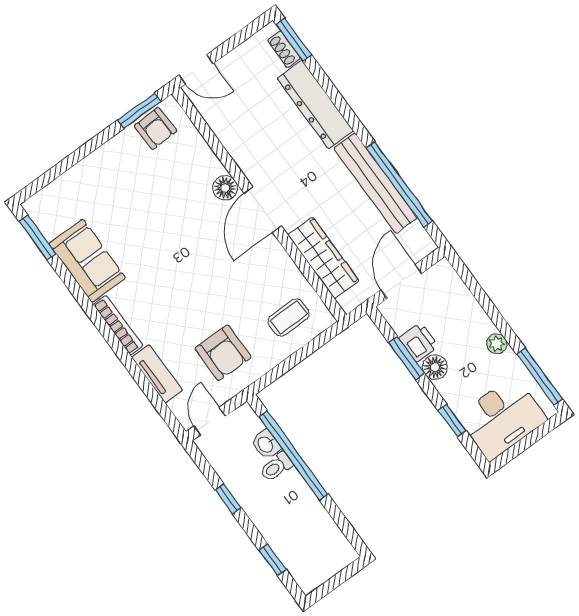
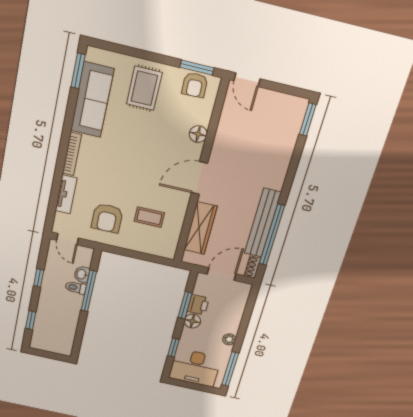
shoe rack: (284, 49) -> (253, 267), moved
dresser: (315, 105) -> (280, 160), removed
rug: (114, 184) -> (144, 88), added
floor lamp: (225, 188) -> (198, 134), moved
sofa: (87, 261) -> (92, 100), width x1.36
coffee table: (289, 317) -> (149, 217), moved
door: (210, 421) -> (67, 239), swing flipped
window: (293, 455) -> (89, 291), width x0.68

